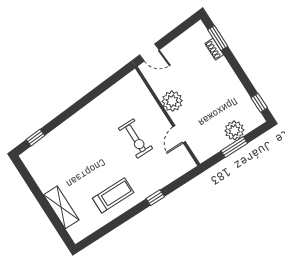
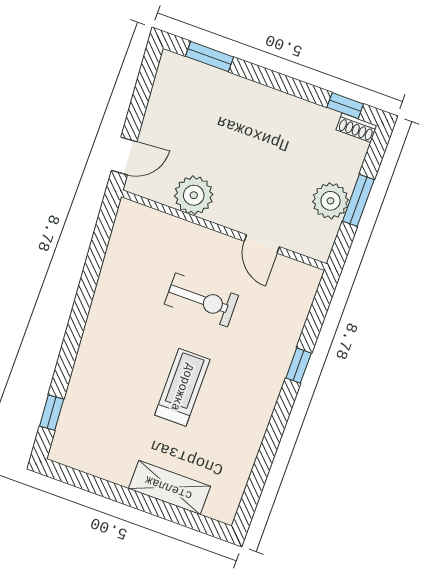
shoe rack: (214, 49) -> (357, 128), moved
plant: (172, 101) -> (194, 195), moved
plant: (234, 130) -> (330, 201), moved
treadmill: (113, 195) -> (182, 387), moved

